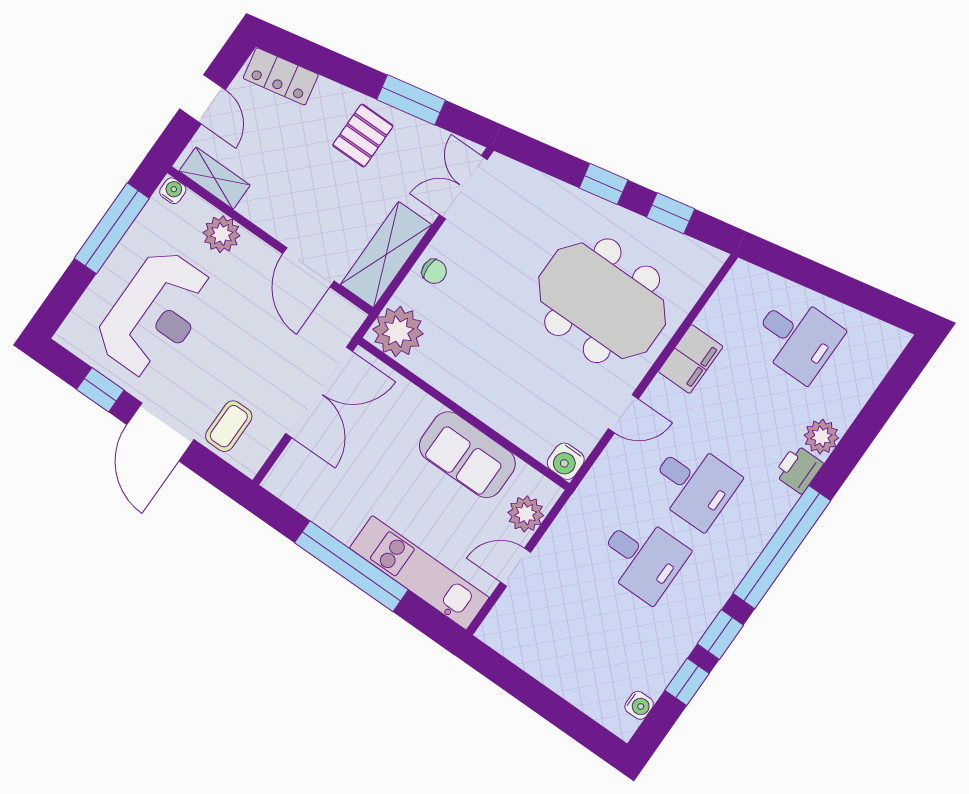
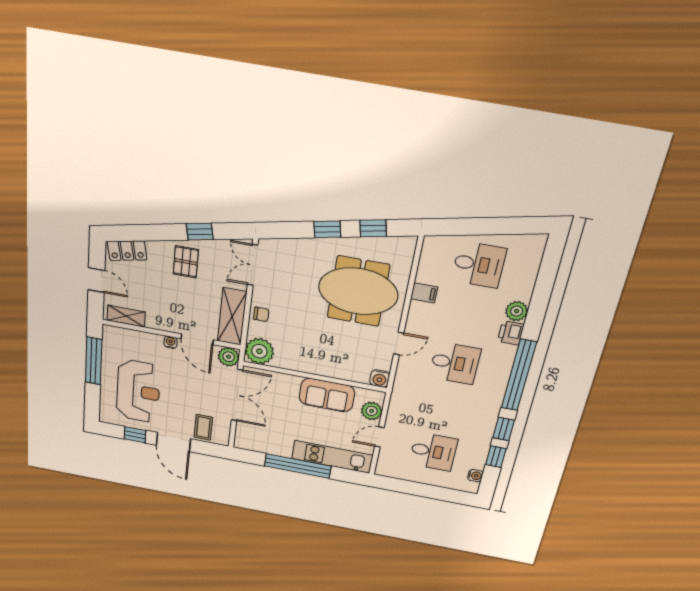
window: (411, 100) -> (200, 232), width x0.67
water cooler: (173, 191) -> (171, 342), moved
plant: (222, 234) -> (229, 357), moved
filing cabinet: (691, 359) -> (424, 293), width x0.50
desk: (642, 558) -> (433, 452), moved

